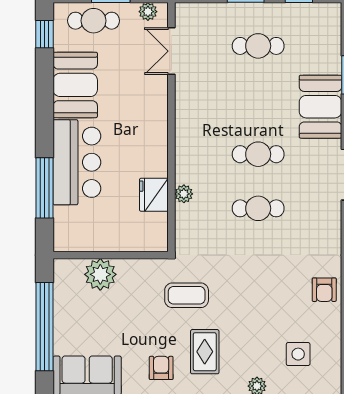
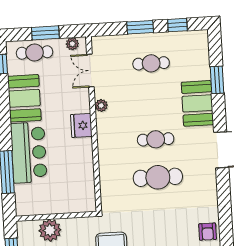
plant: (184, 194) -> (101, 105), moved
fridge: (154, 195) -> (81, 125), moved
cafe table: (258, 208) -> (158, 177), width x1.37, depth x1.35

